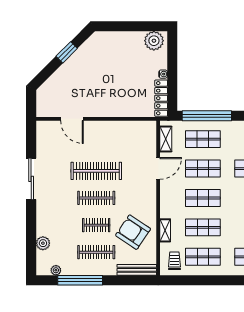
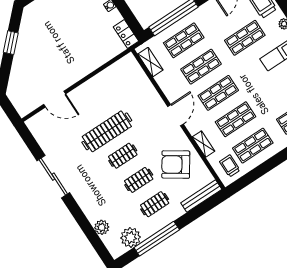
locker: (161, 98) -> (126, 34), width x0.66
door: (158, 168) -> (176, 115), moved
clothes rail: (96, 198) -> (123, 156), width x0.73
clothes rail: (96, 252) -> (155, 204), width x0.73
plant: (56, 270) -> (131, 237), width x1.88, depth x1.88

